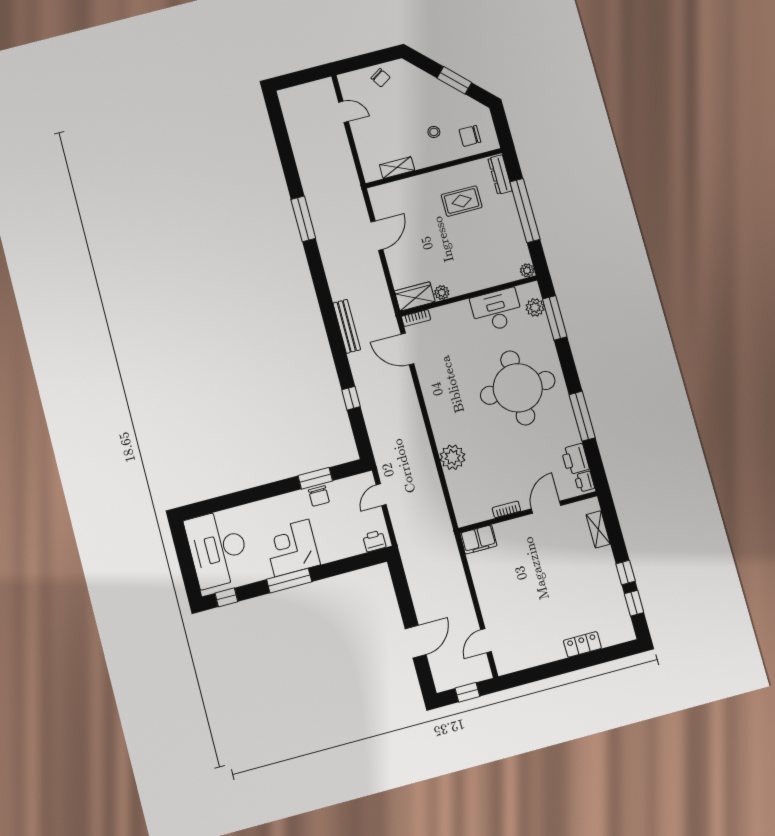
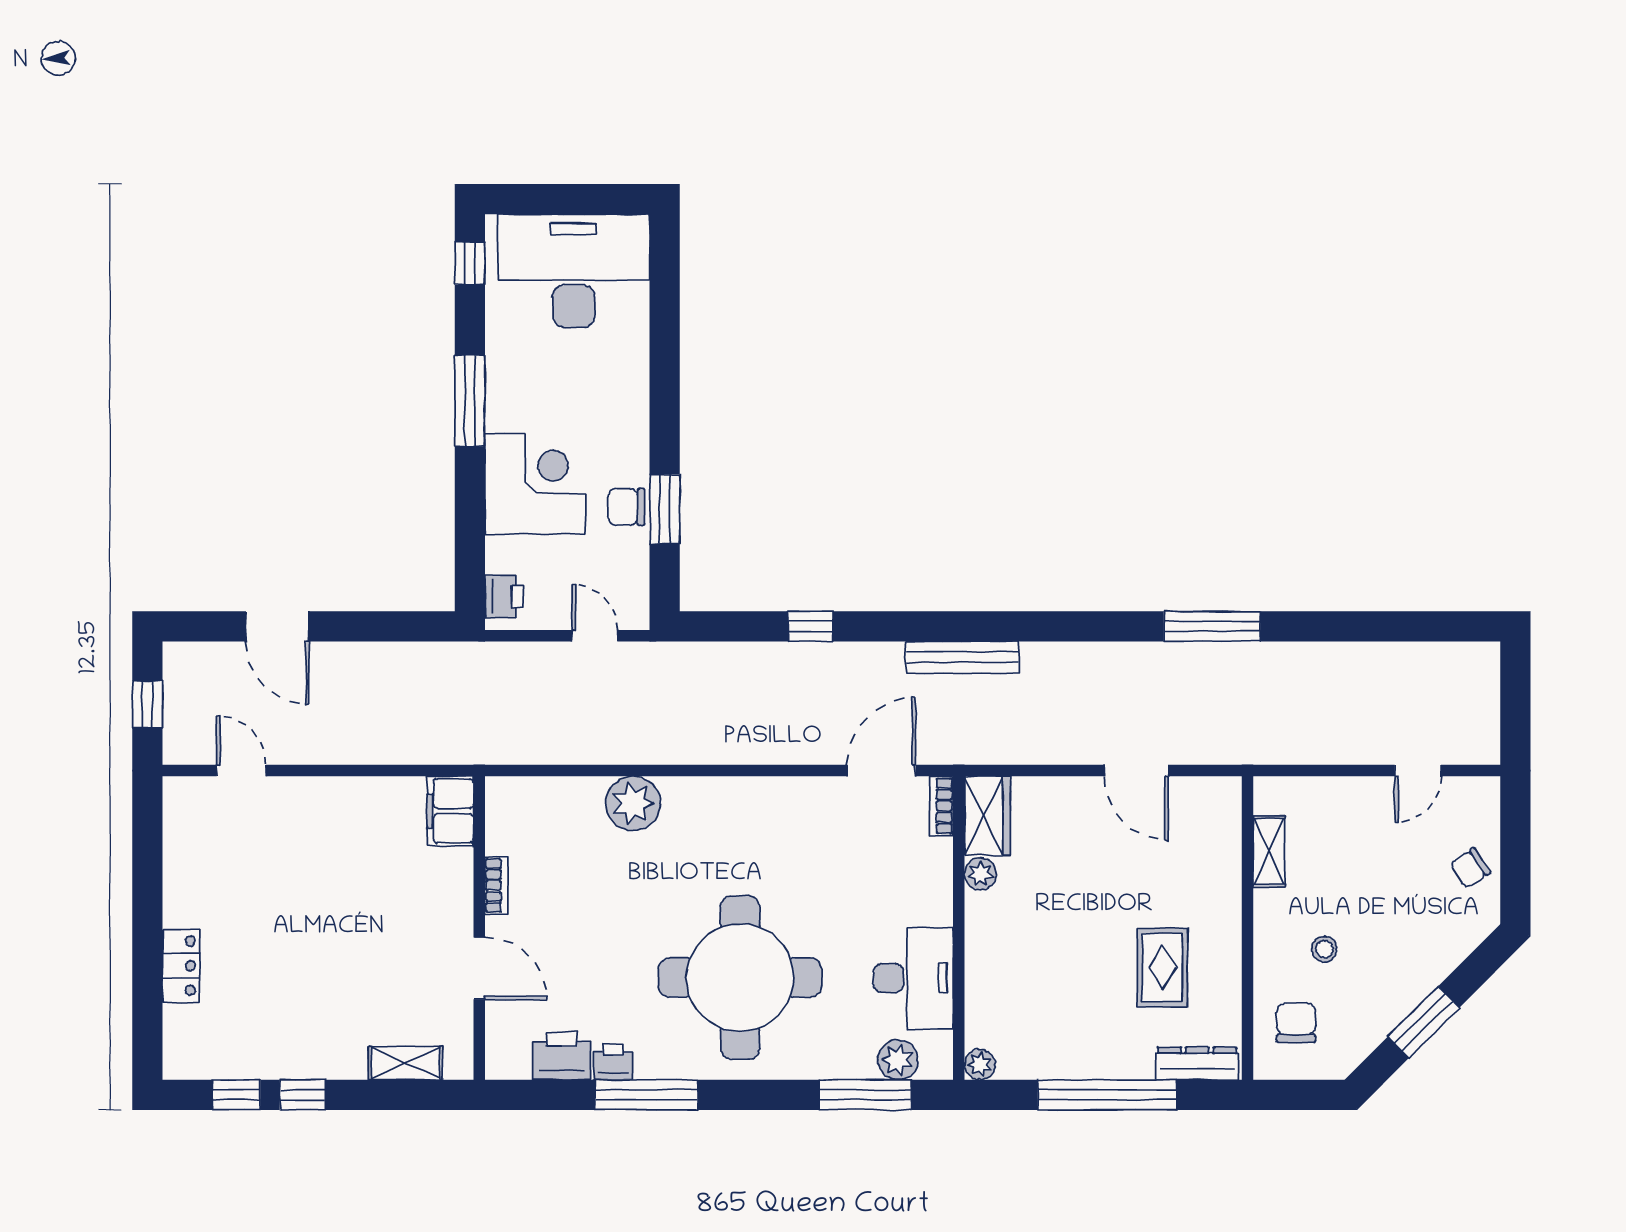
printer: (584, 482) -> (613, 1062), moved
corner desk: (292, 548) -> (535, 484), moved

